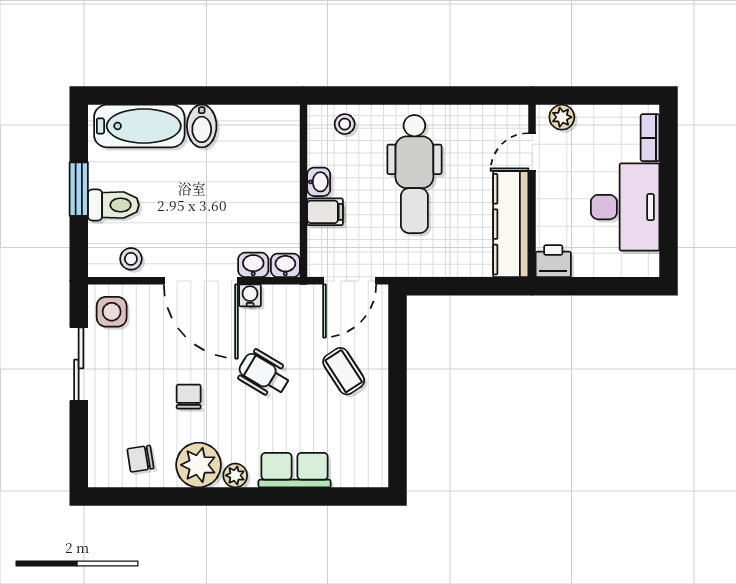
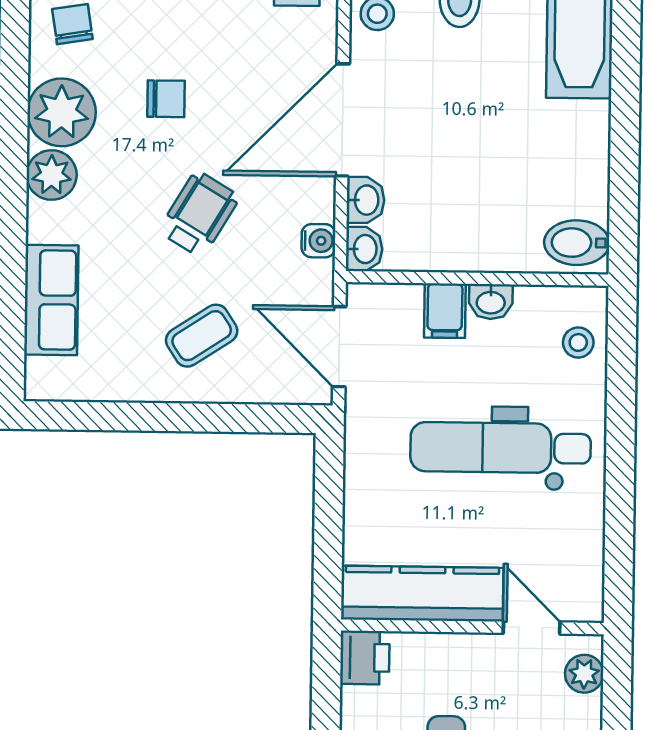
bidet: (202, 126) -> (577, 243), moved
water cooler: (250, 295) -> (318, 241), moved
row of seats: (295, 470) -> (51, 300), moved
plant: (235, 475) -> (52, 175), width x1.38, depth x1.38

